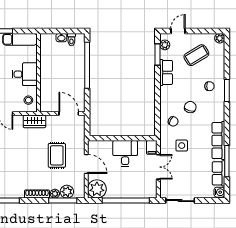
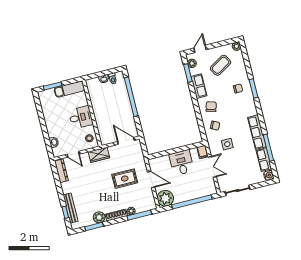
chair: (190, 107) -> (211, 107), moved
rug: (57, 155) -> (125, 179), turned 90
plant: (67, 192) -> (99, 217), moved

